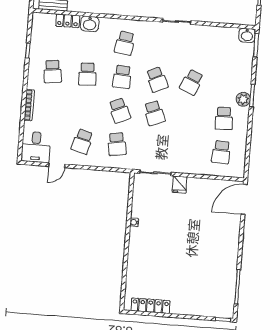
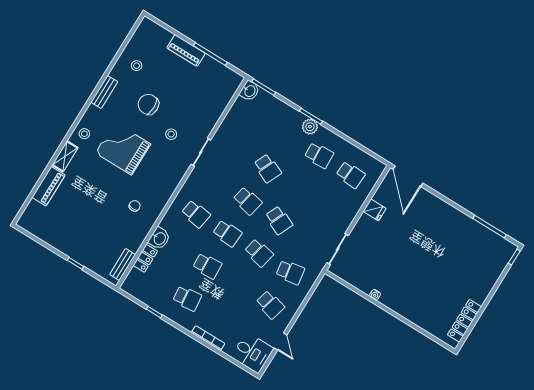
school desk: (157, 79) -> (247, 201), turned 36
school desk: (120, 110) -> (259, 253), turned 36
school desk: (154, 113) -> (279, 220), turned 45
fridge: (180, 185) -> (375, 210), moved

